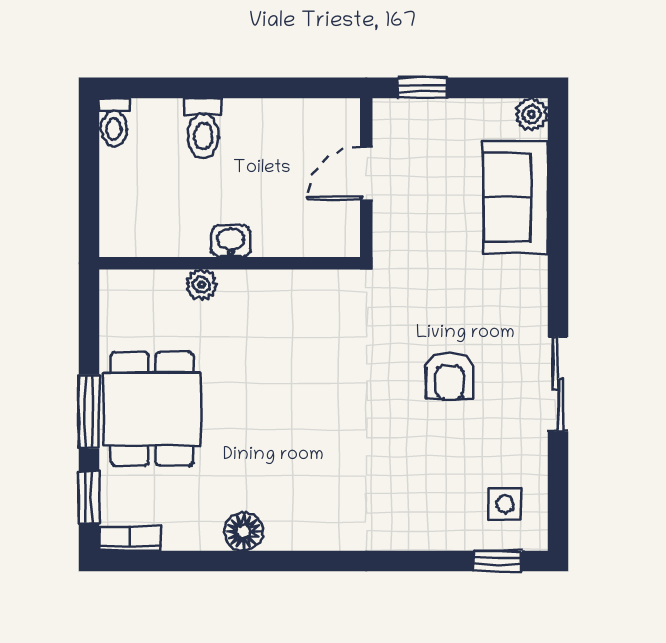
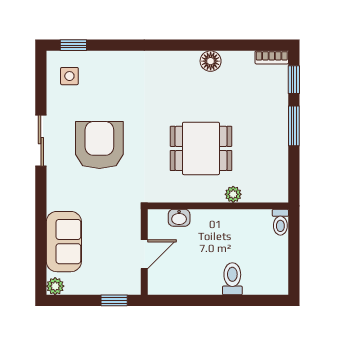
toilet: (114, 122) -> (280, 222), moved, turned 180
washbasin: (231, 241) -> (179, 218), moved
armchair: (450, 376) -> (99, 145), width x1.88, depth x1.88
dining table: (152, 409) -> (201, 148), moved, turned 90

